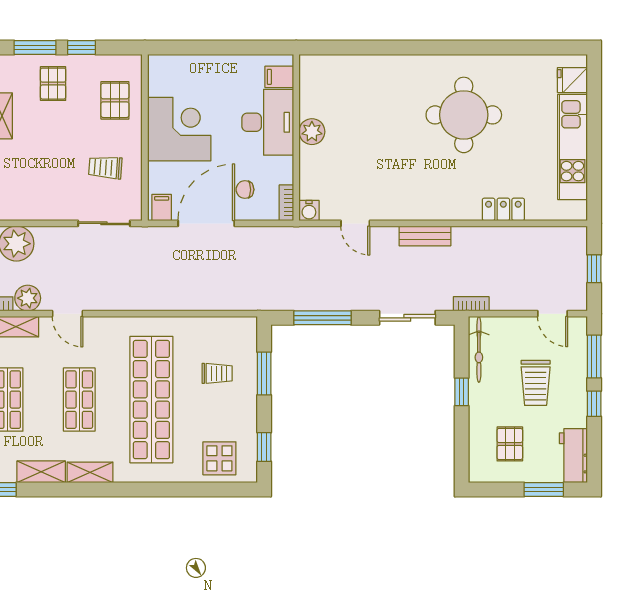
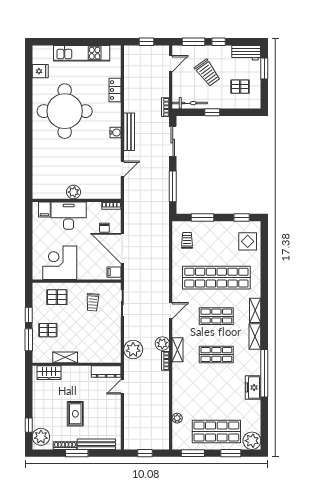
fridge: (572, 80) -> (40, 71), moved, turned -90
round table: (464, 115) -> (65, 111), width x1.36, depth x1.36
corner desk: (179, 129) -> (60, 263), moved
water cooler: (309, 211) -> (116, 133), moved
bench: (425, 236) -> (129, 132), width x1.36
door: (67, 314) -> (171, 311), moved
trolley: (217, 373) -> (187, 240), moved
trolley: (536, 383) -> (208, 73), turned 54

